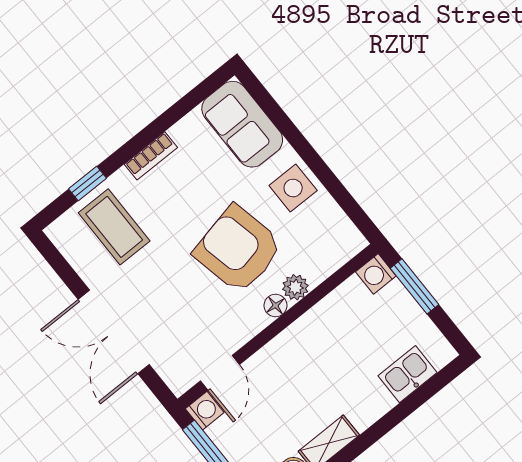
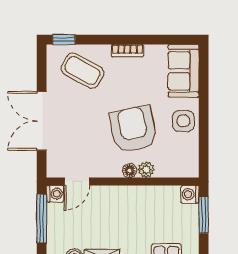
window: (88, 183) -> (64, 40), moved
coffee table: (114, 227) -> (82, 71), turned -61

